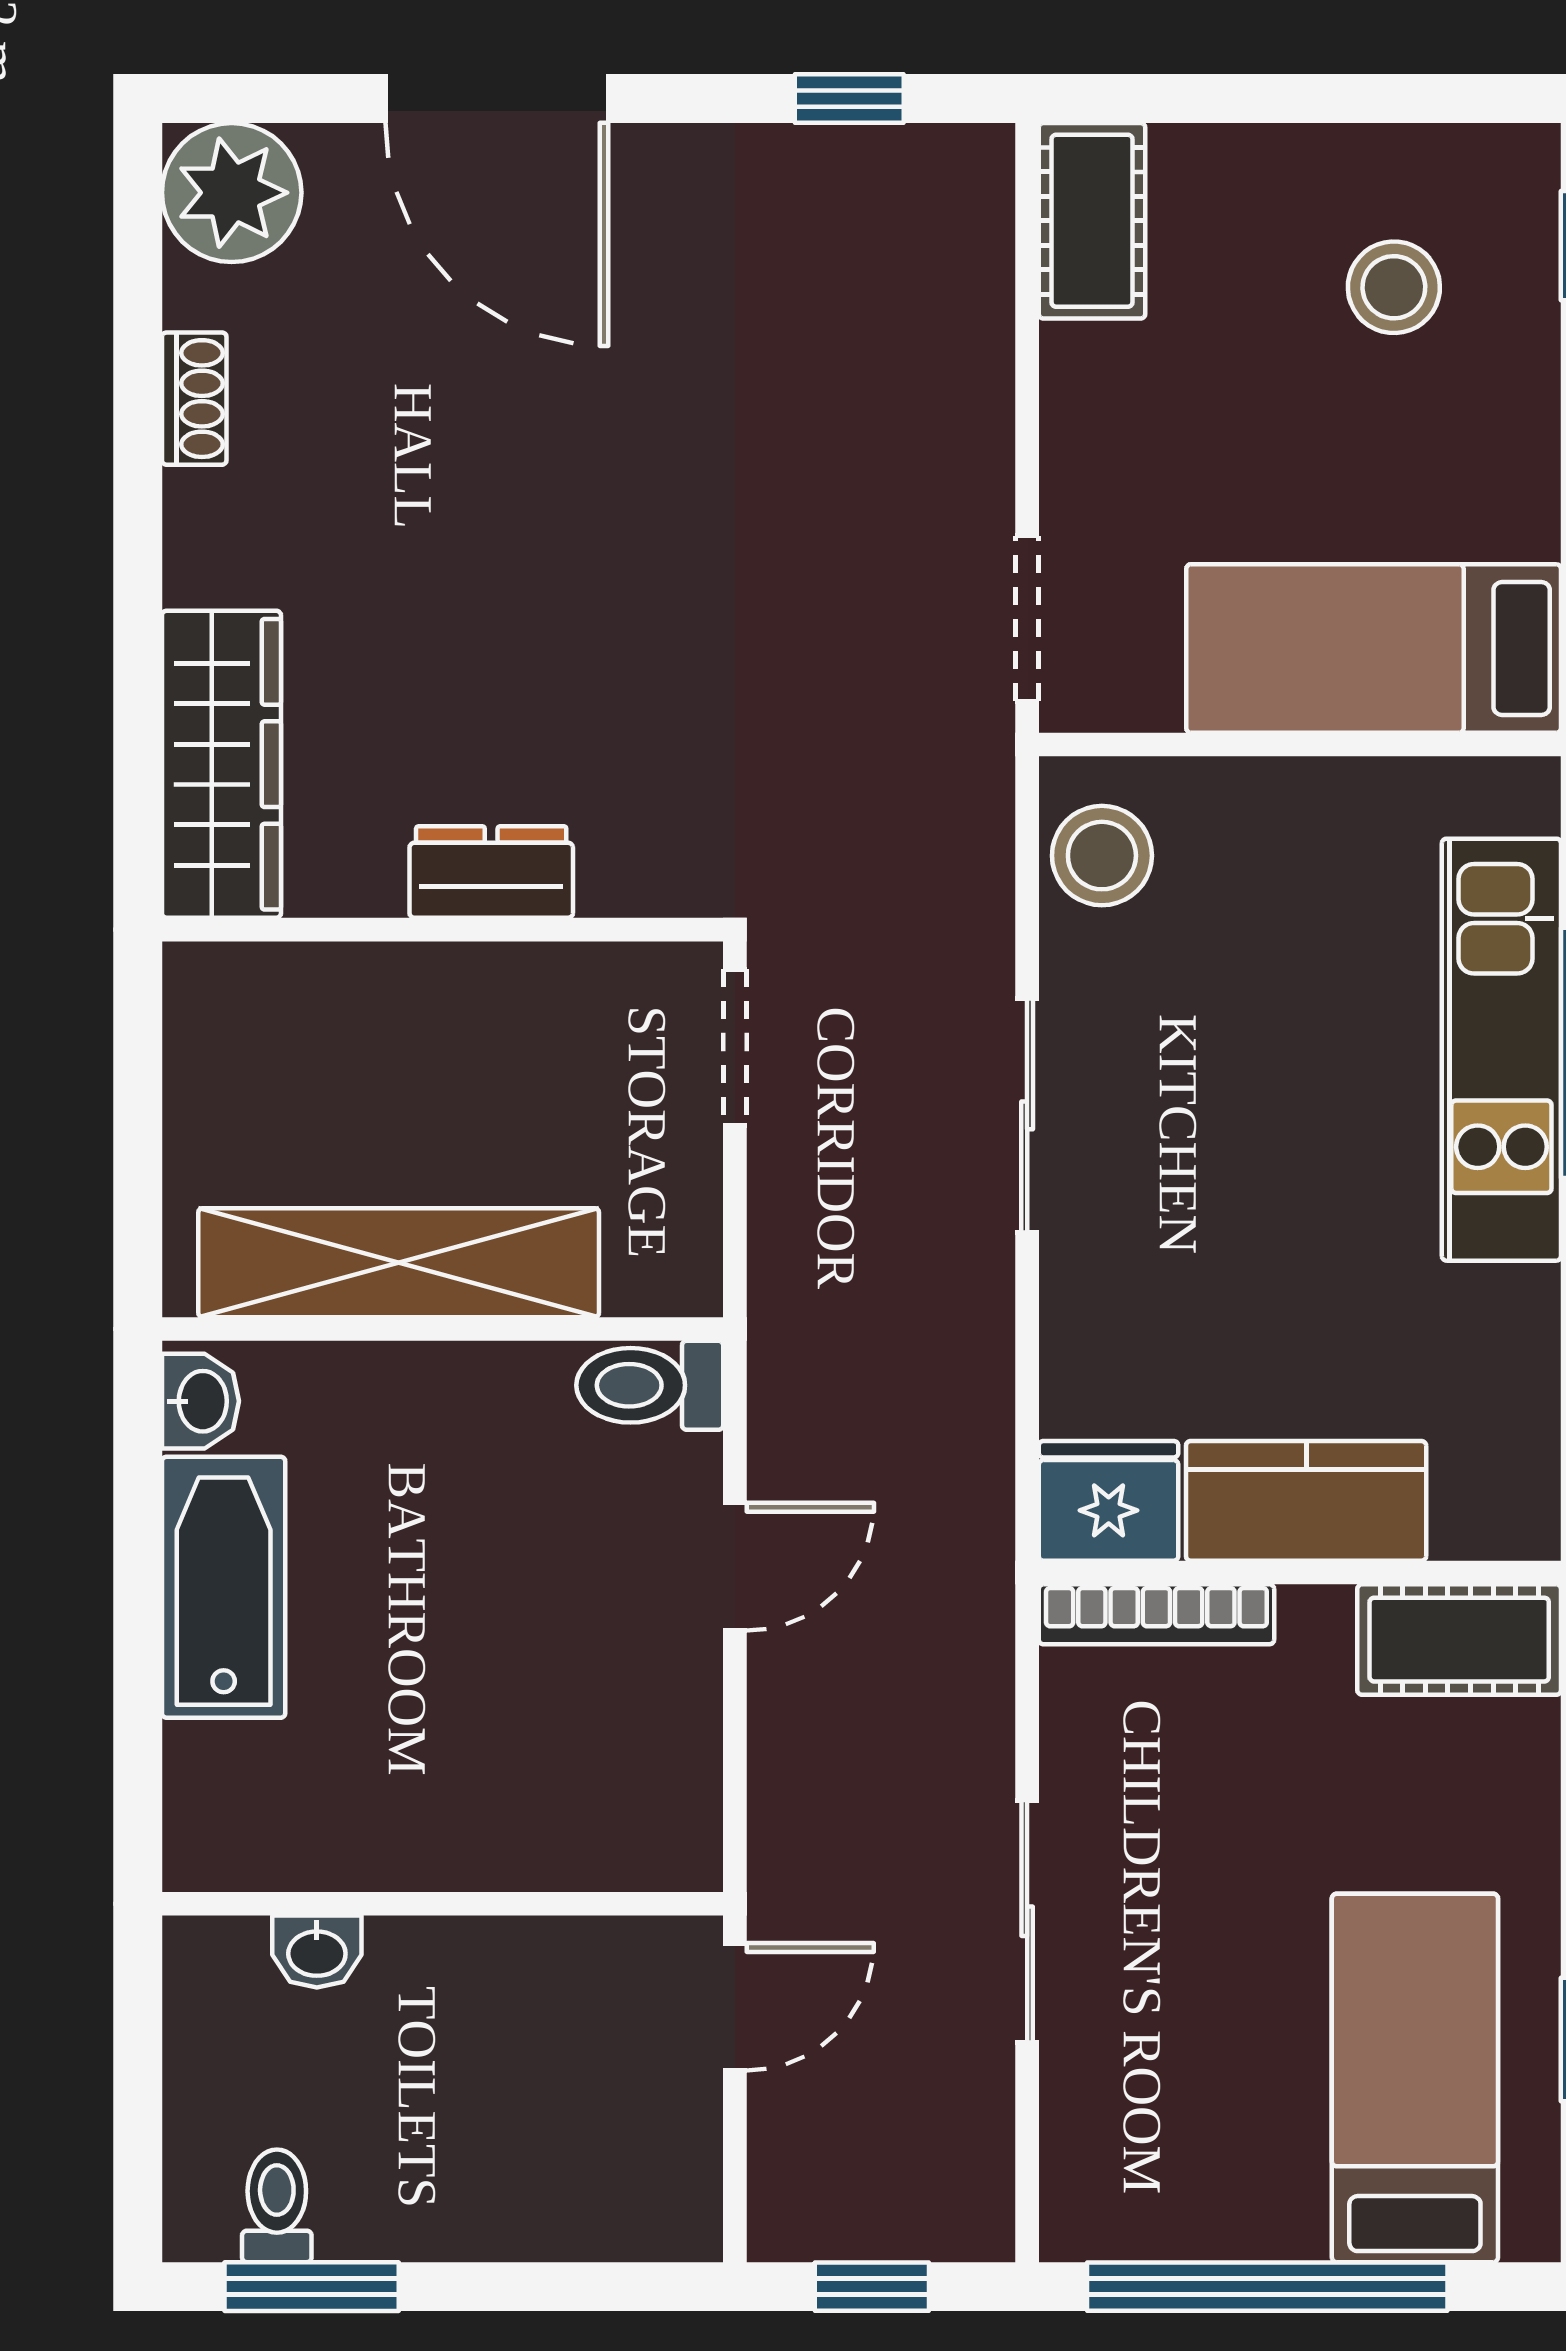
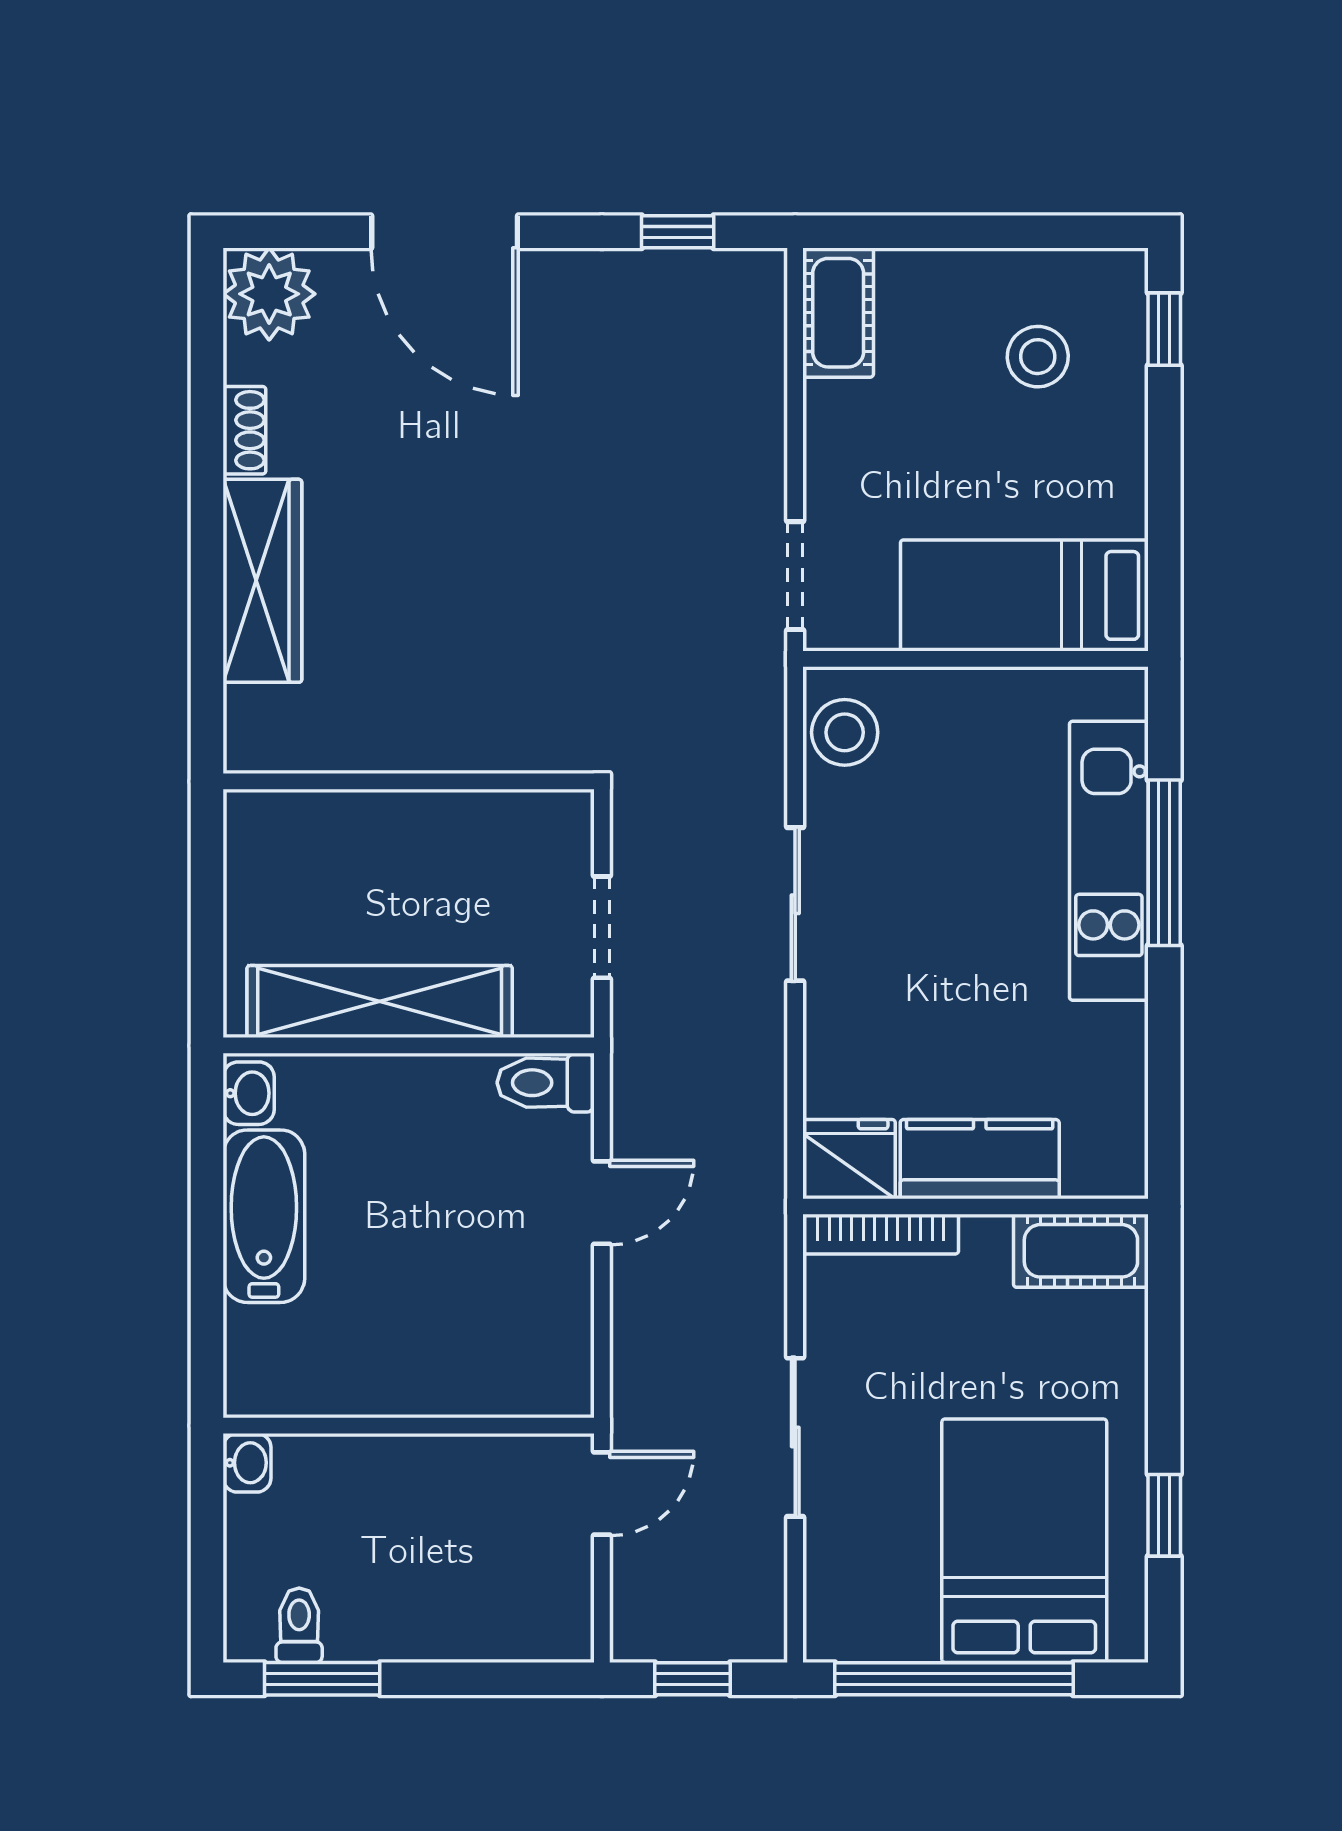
wardrobe: (221, 764) -> (262, 581), moved
dresser: (491, 872) -> (441, 743), removed
doorway: (735, 1047) -> (602, 927), moved
washbasin: (317, 1951) -> (247, 1463), moved, turned -90
bed: (1415, 2078) -> (1024, 1541), width x1.50

